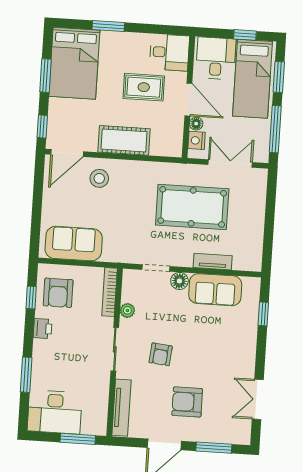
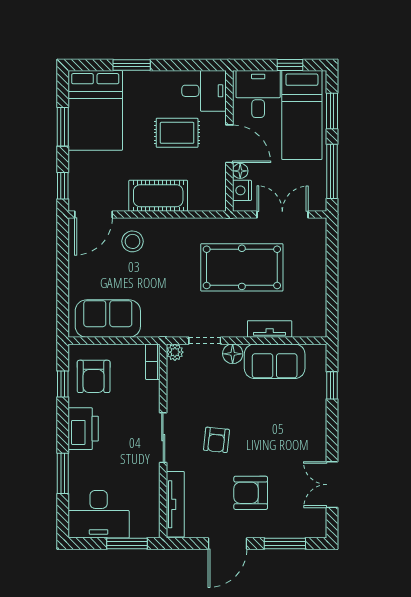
bookcase: (110, 292) -> (153, 362), width x0.64
plant: (127, 310) -> (175, 352), moved
printer: (43, 329) -> (83, 429), width x1.87, depth x1.48

